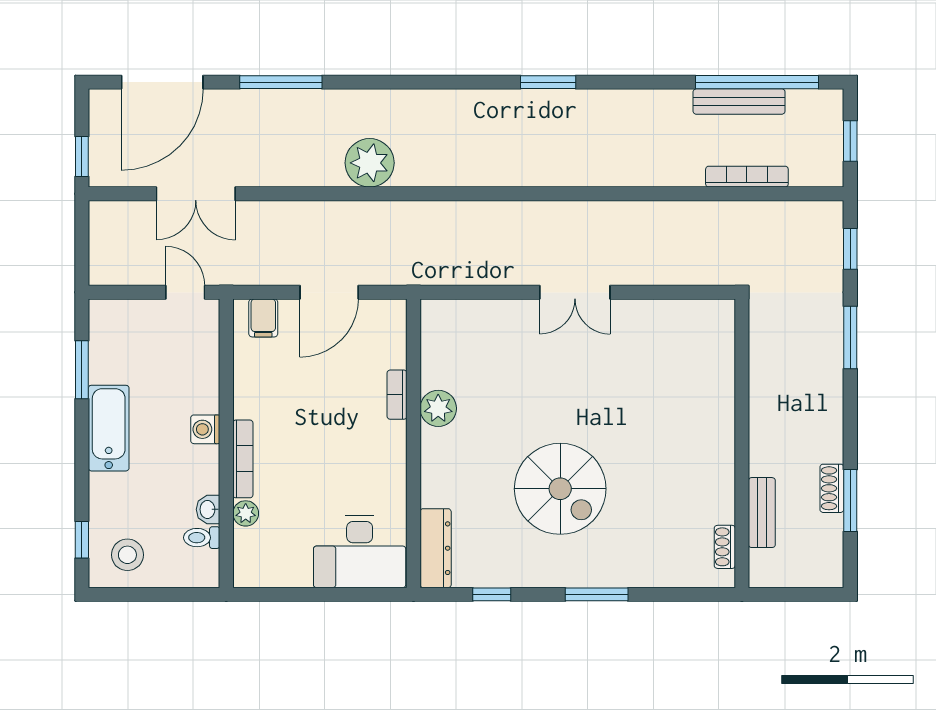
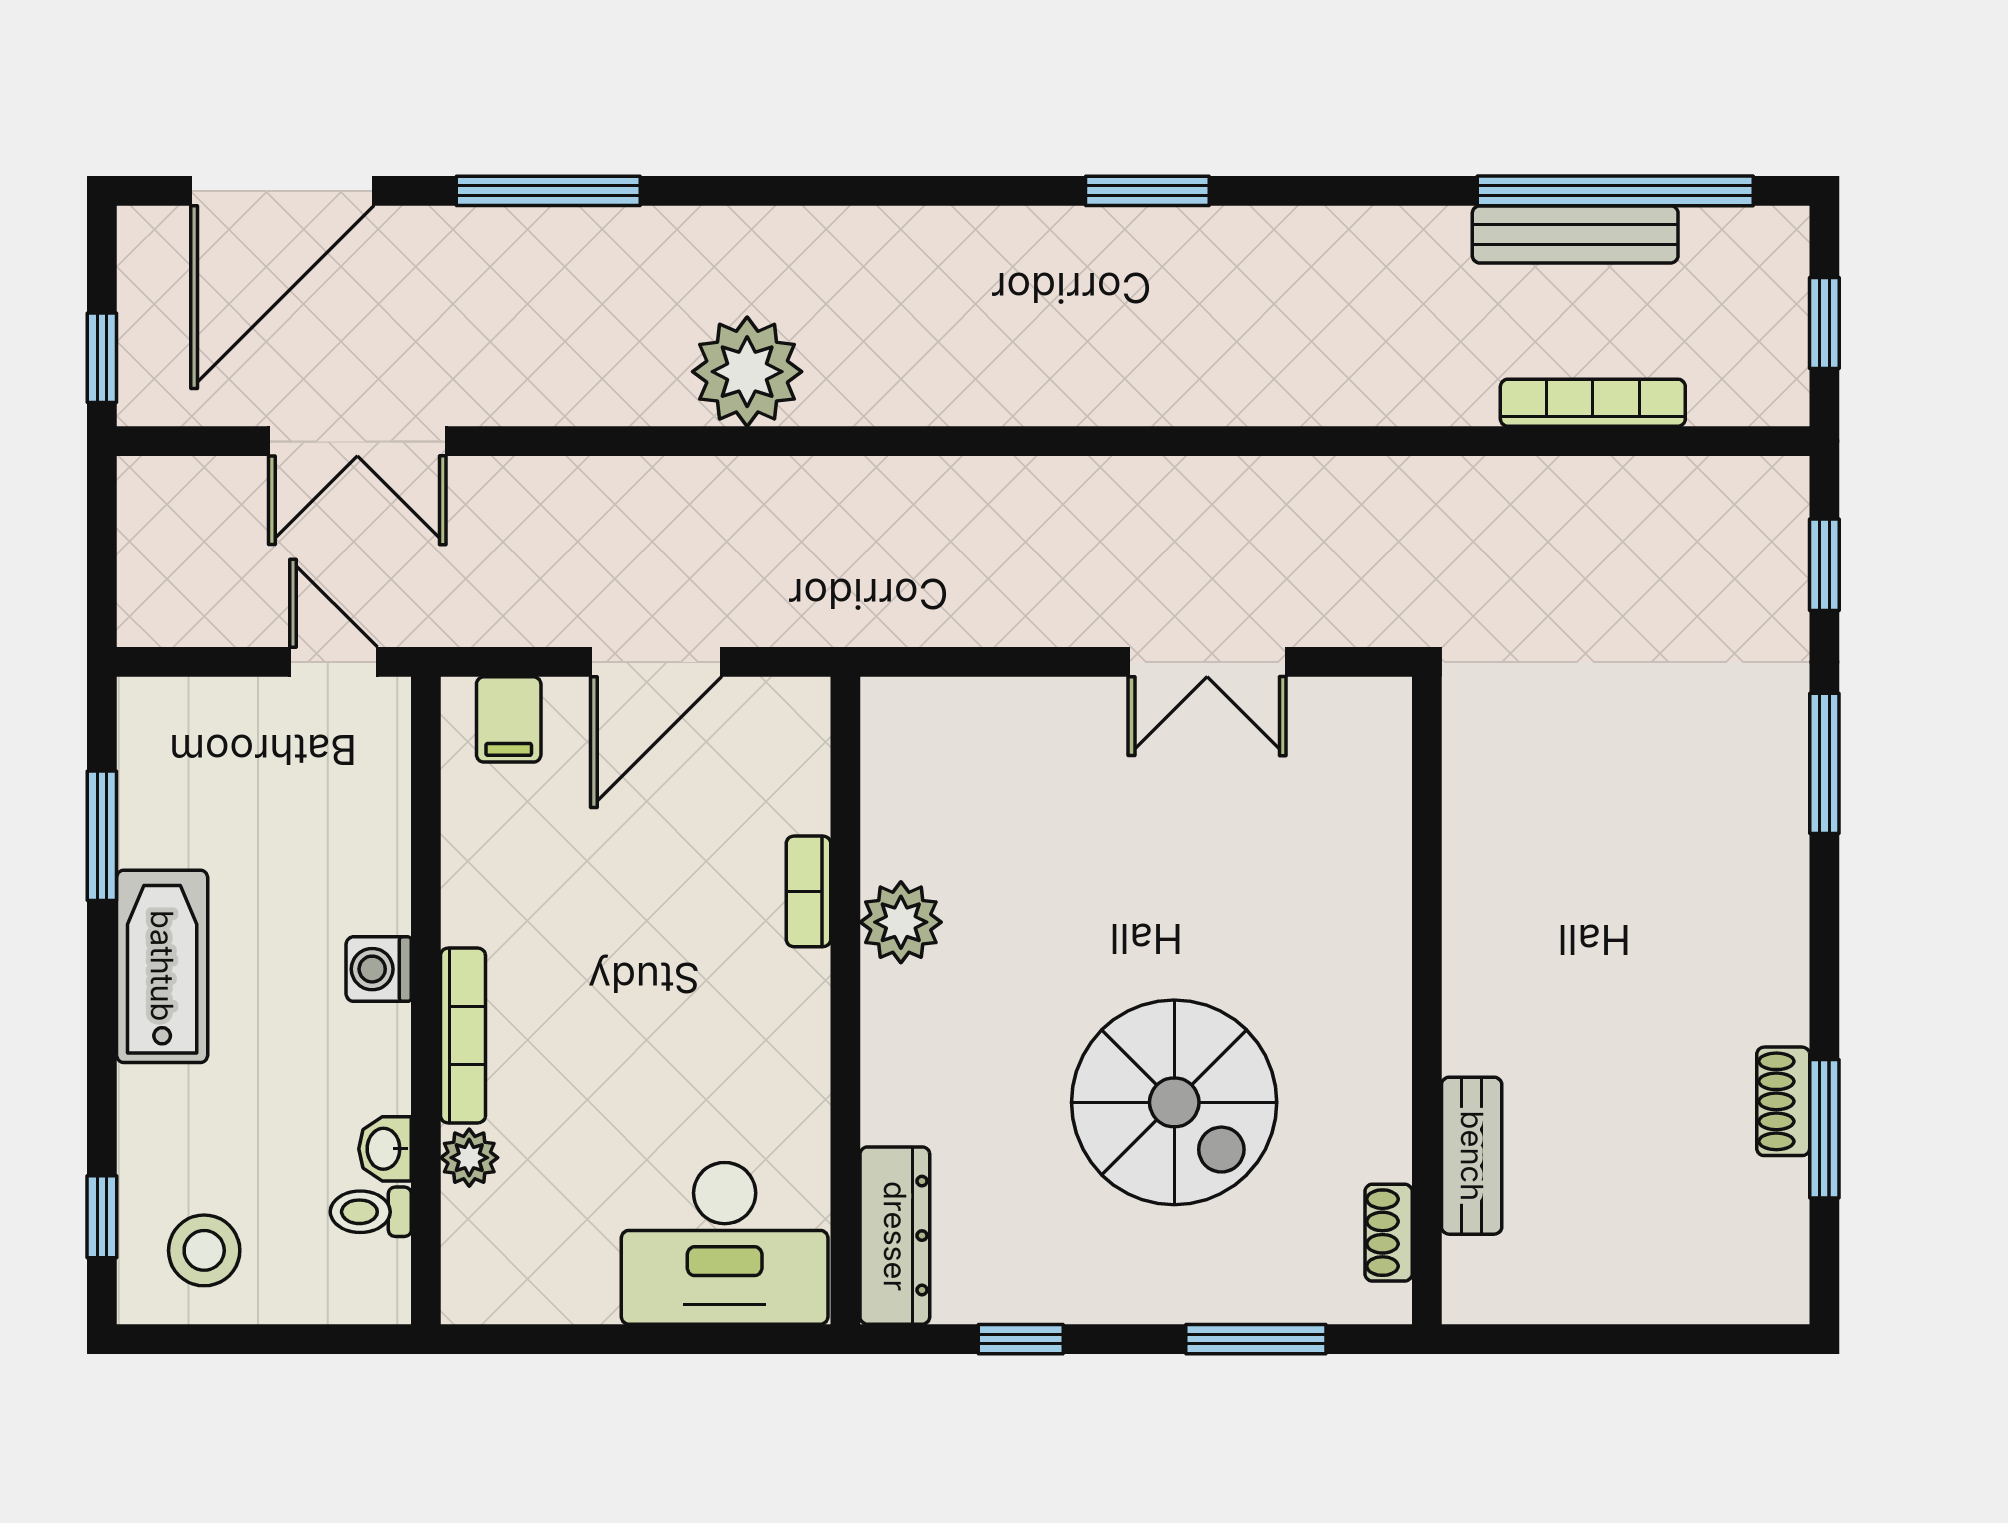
wall: (742, 443) -> (1427, 1001), moved
bench: (762, 513) -> (1472, 1156), moved
shoe rack: (725, 547) -> (1389, 1233), moved

